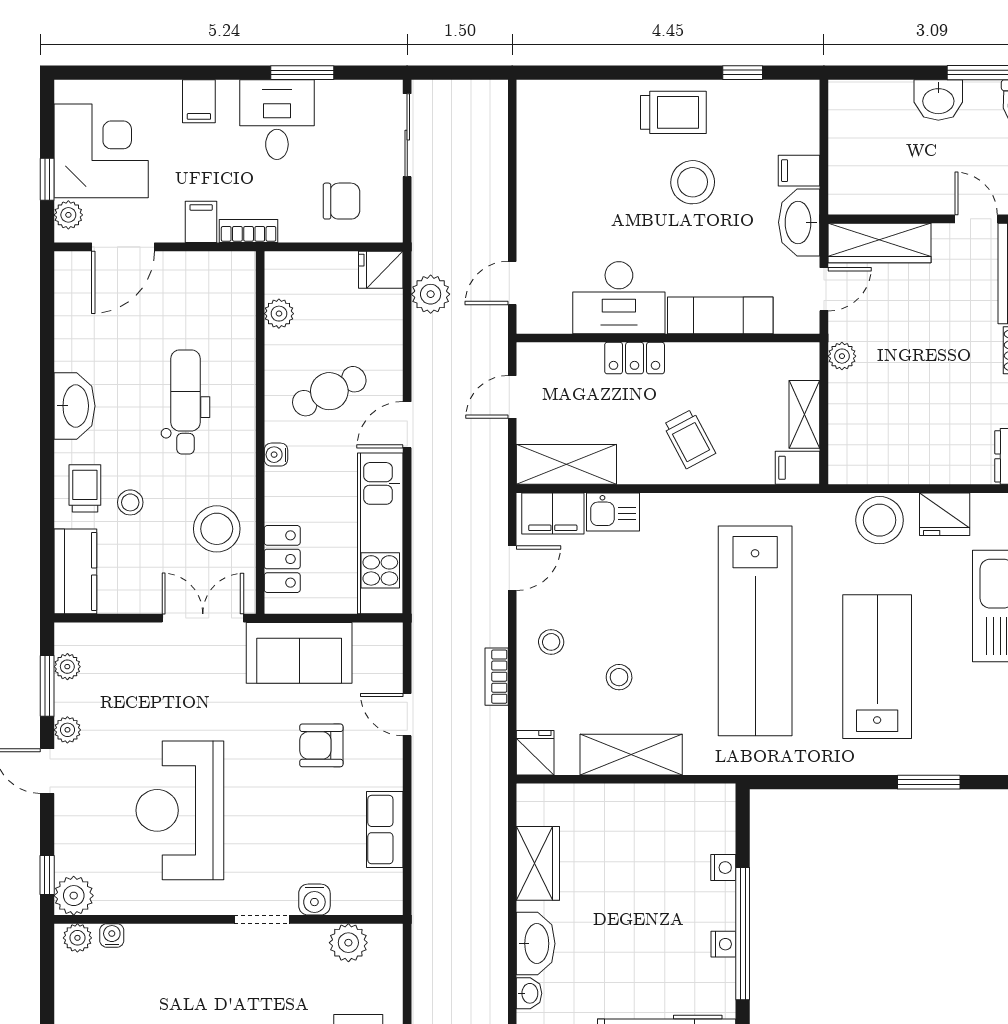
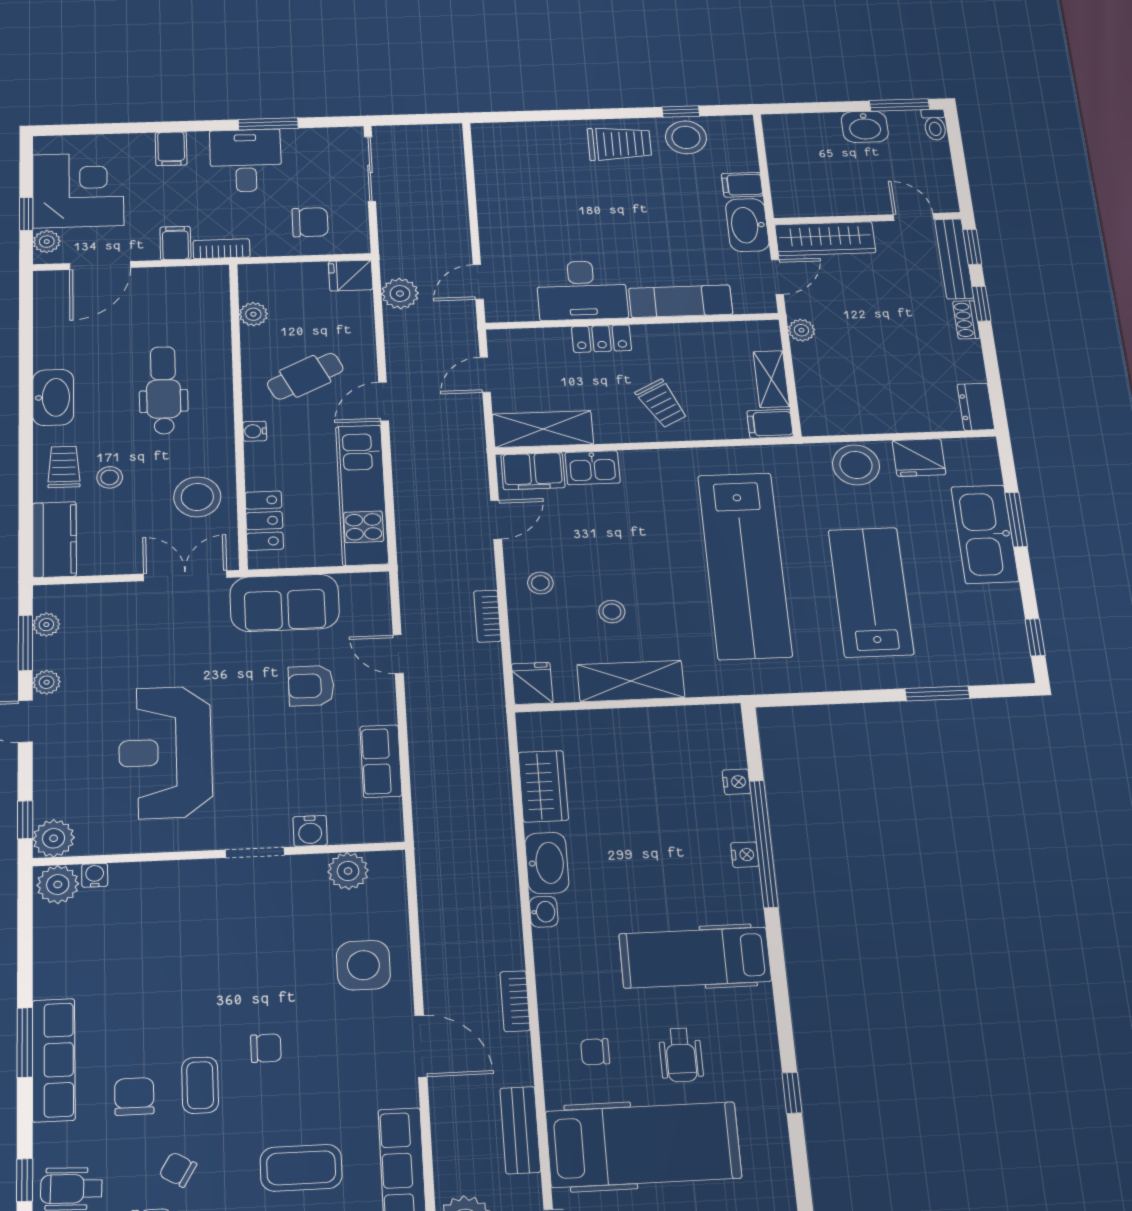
stool: (693, 182) -> (686, 137), moved
plant: (77, 938) -> (58, 884), width x1.38, depth x1.38

